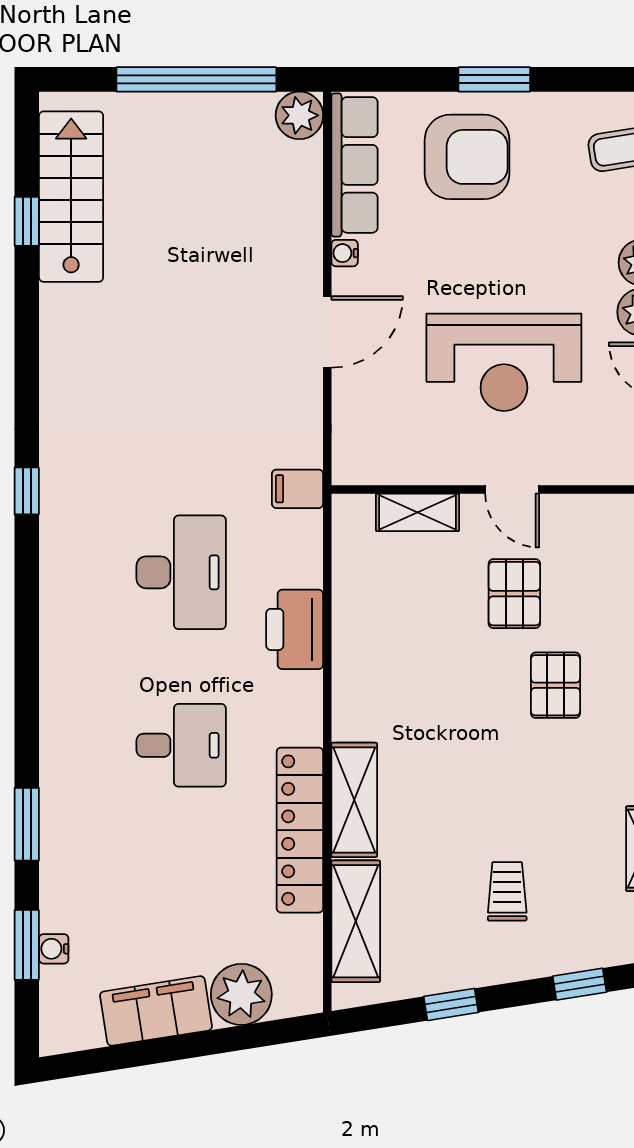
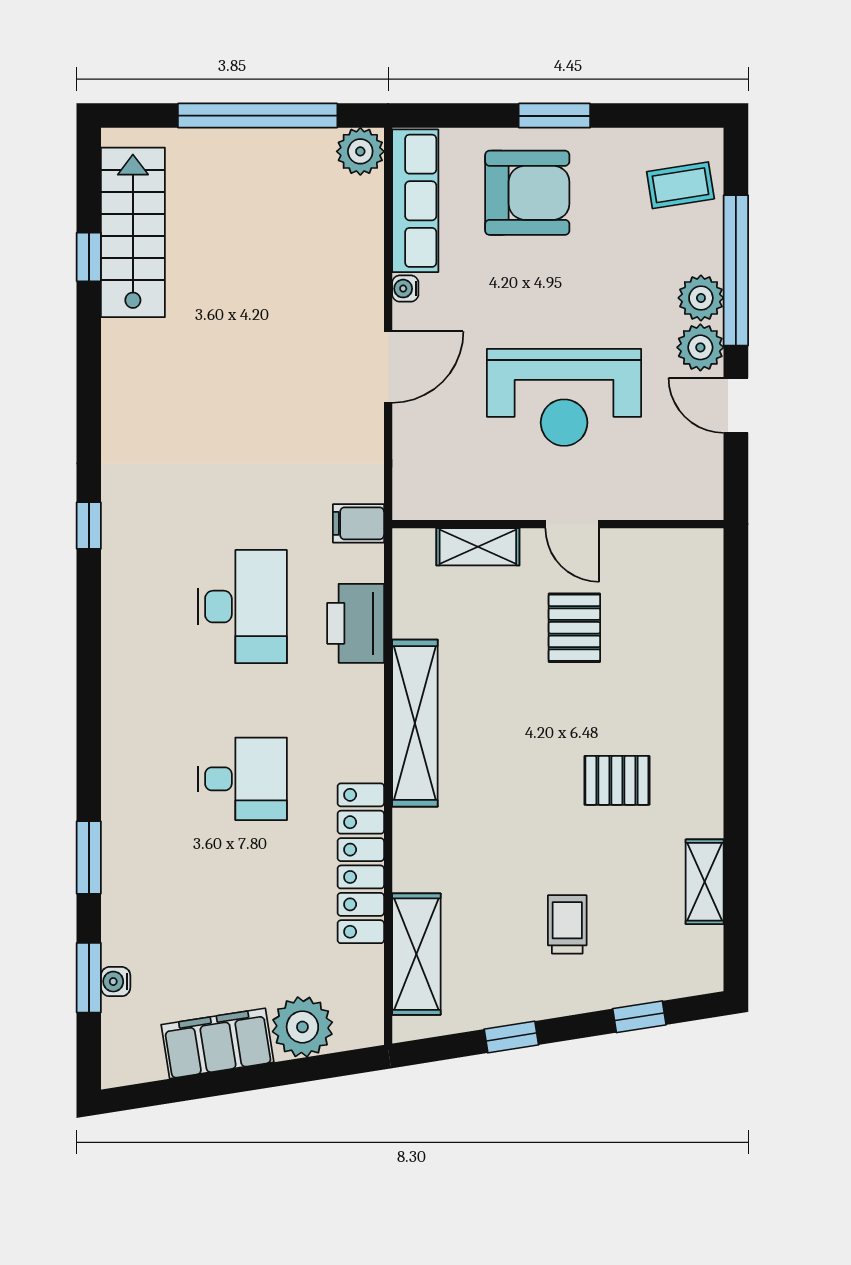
printer: (295, 629) -> (356, 623), moved
pallet: (556, 685) -> (617, 780), moved, turned 90
shelving: (354, 800) -> (415, 723), moved, width x1.47

